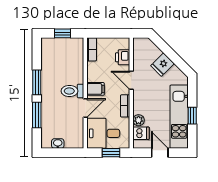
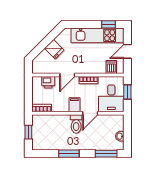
door: (85, 108) -> (90, 113), swing flipped
window: (37, 115) -> (106, 154), moved
window: (192, 116) -> (109, 24), moved
plant: (139, 120) -> (100, 69), removed

